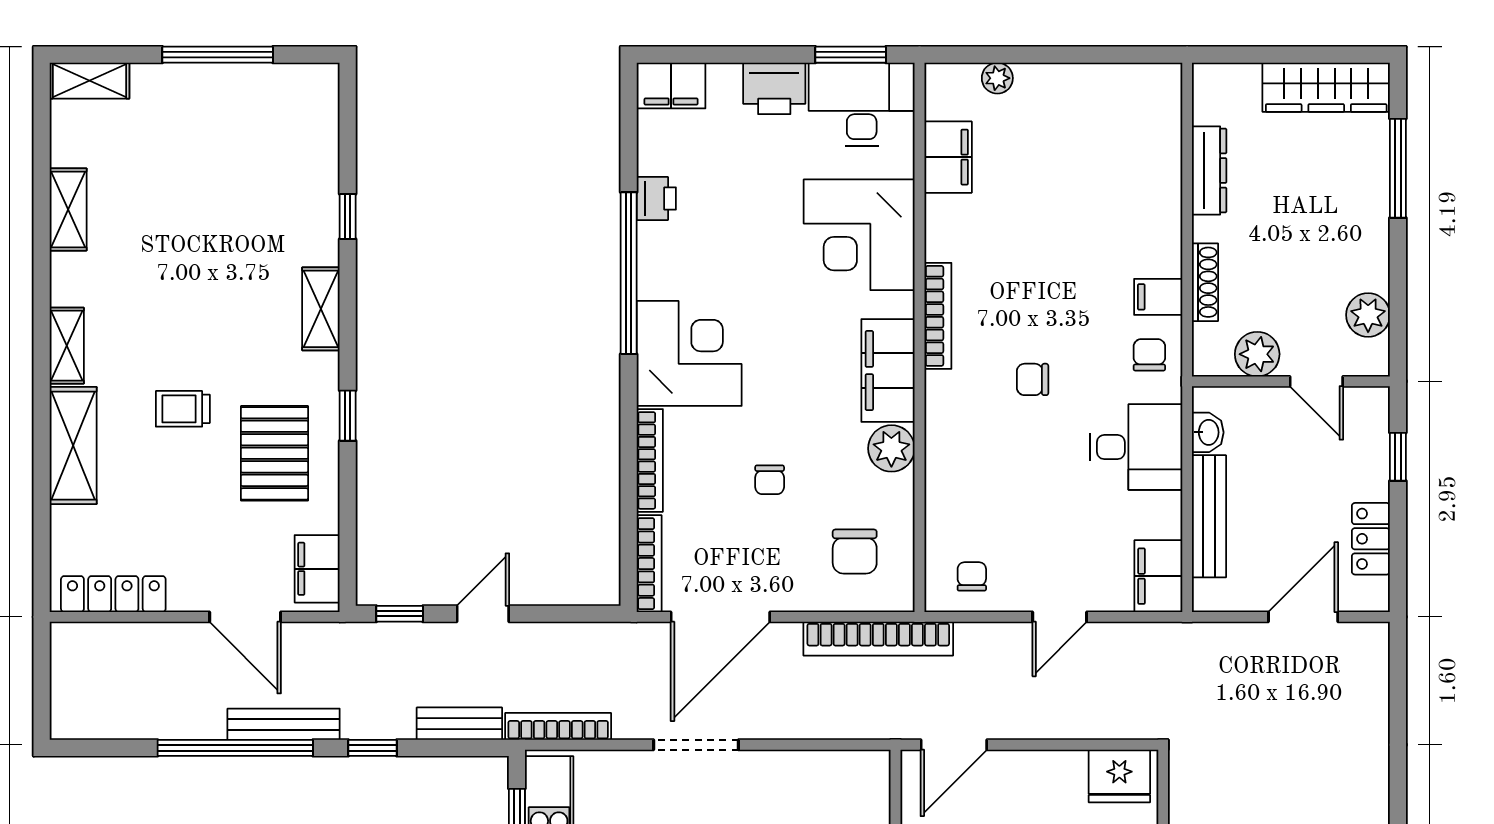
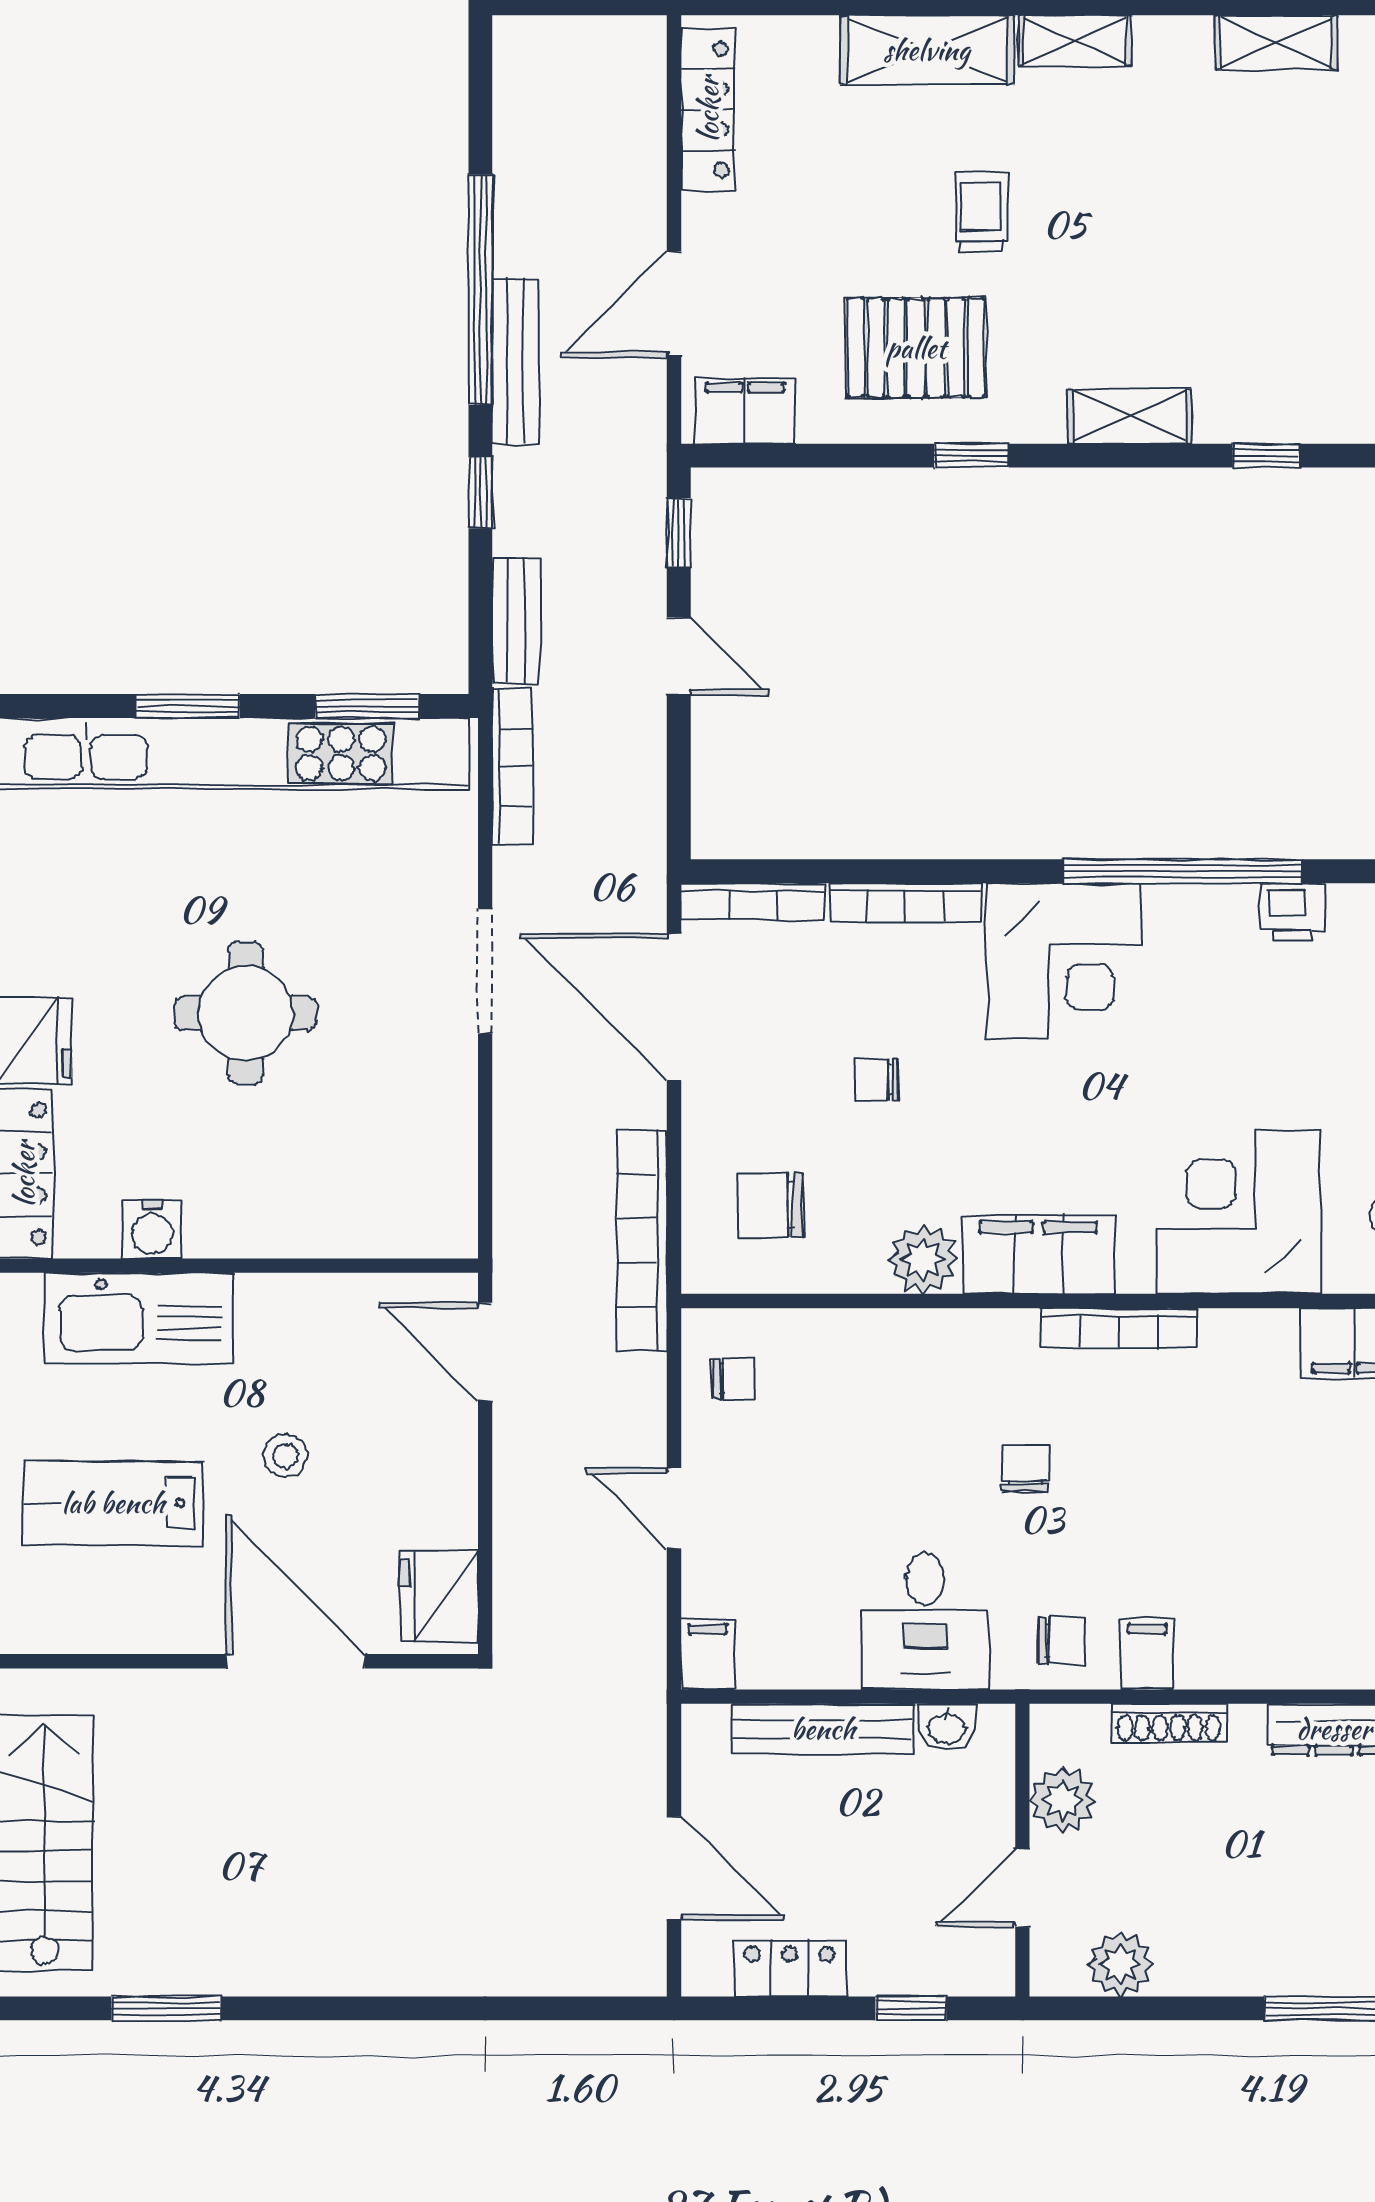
filing cabinet: (1158, 576) -> (708, 1654), width x0.50

